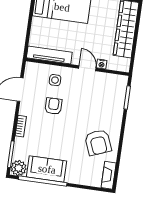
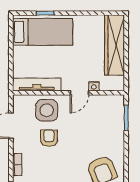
door: (87, 68) -> (79, 93), swing flipped
side table: (55, 80) -> (47, 110), width x1.87, depth x1.87

